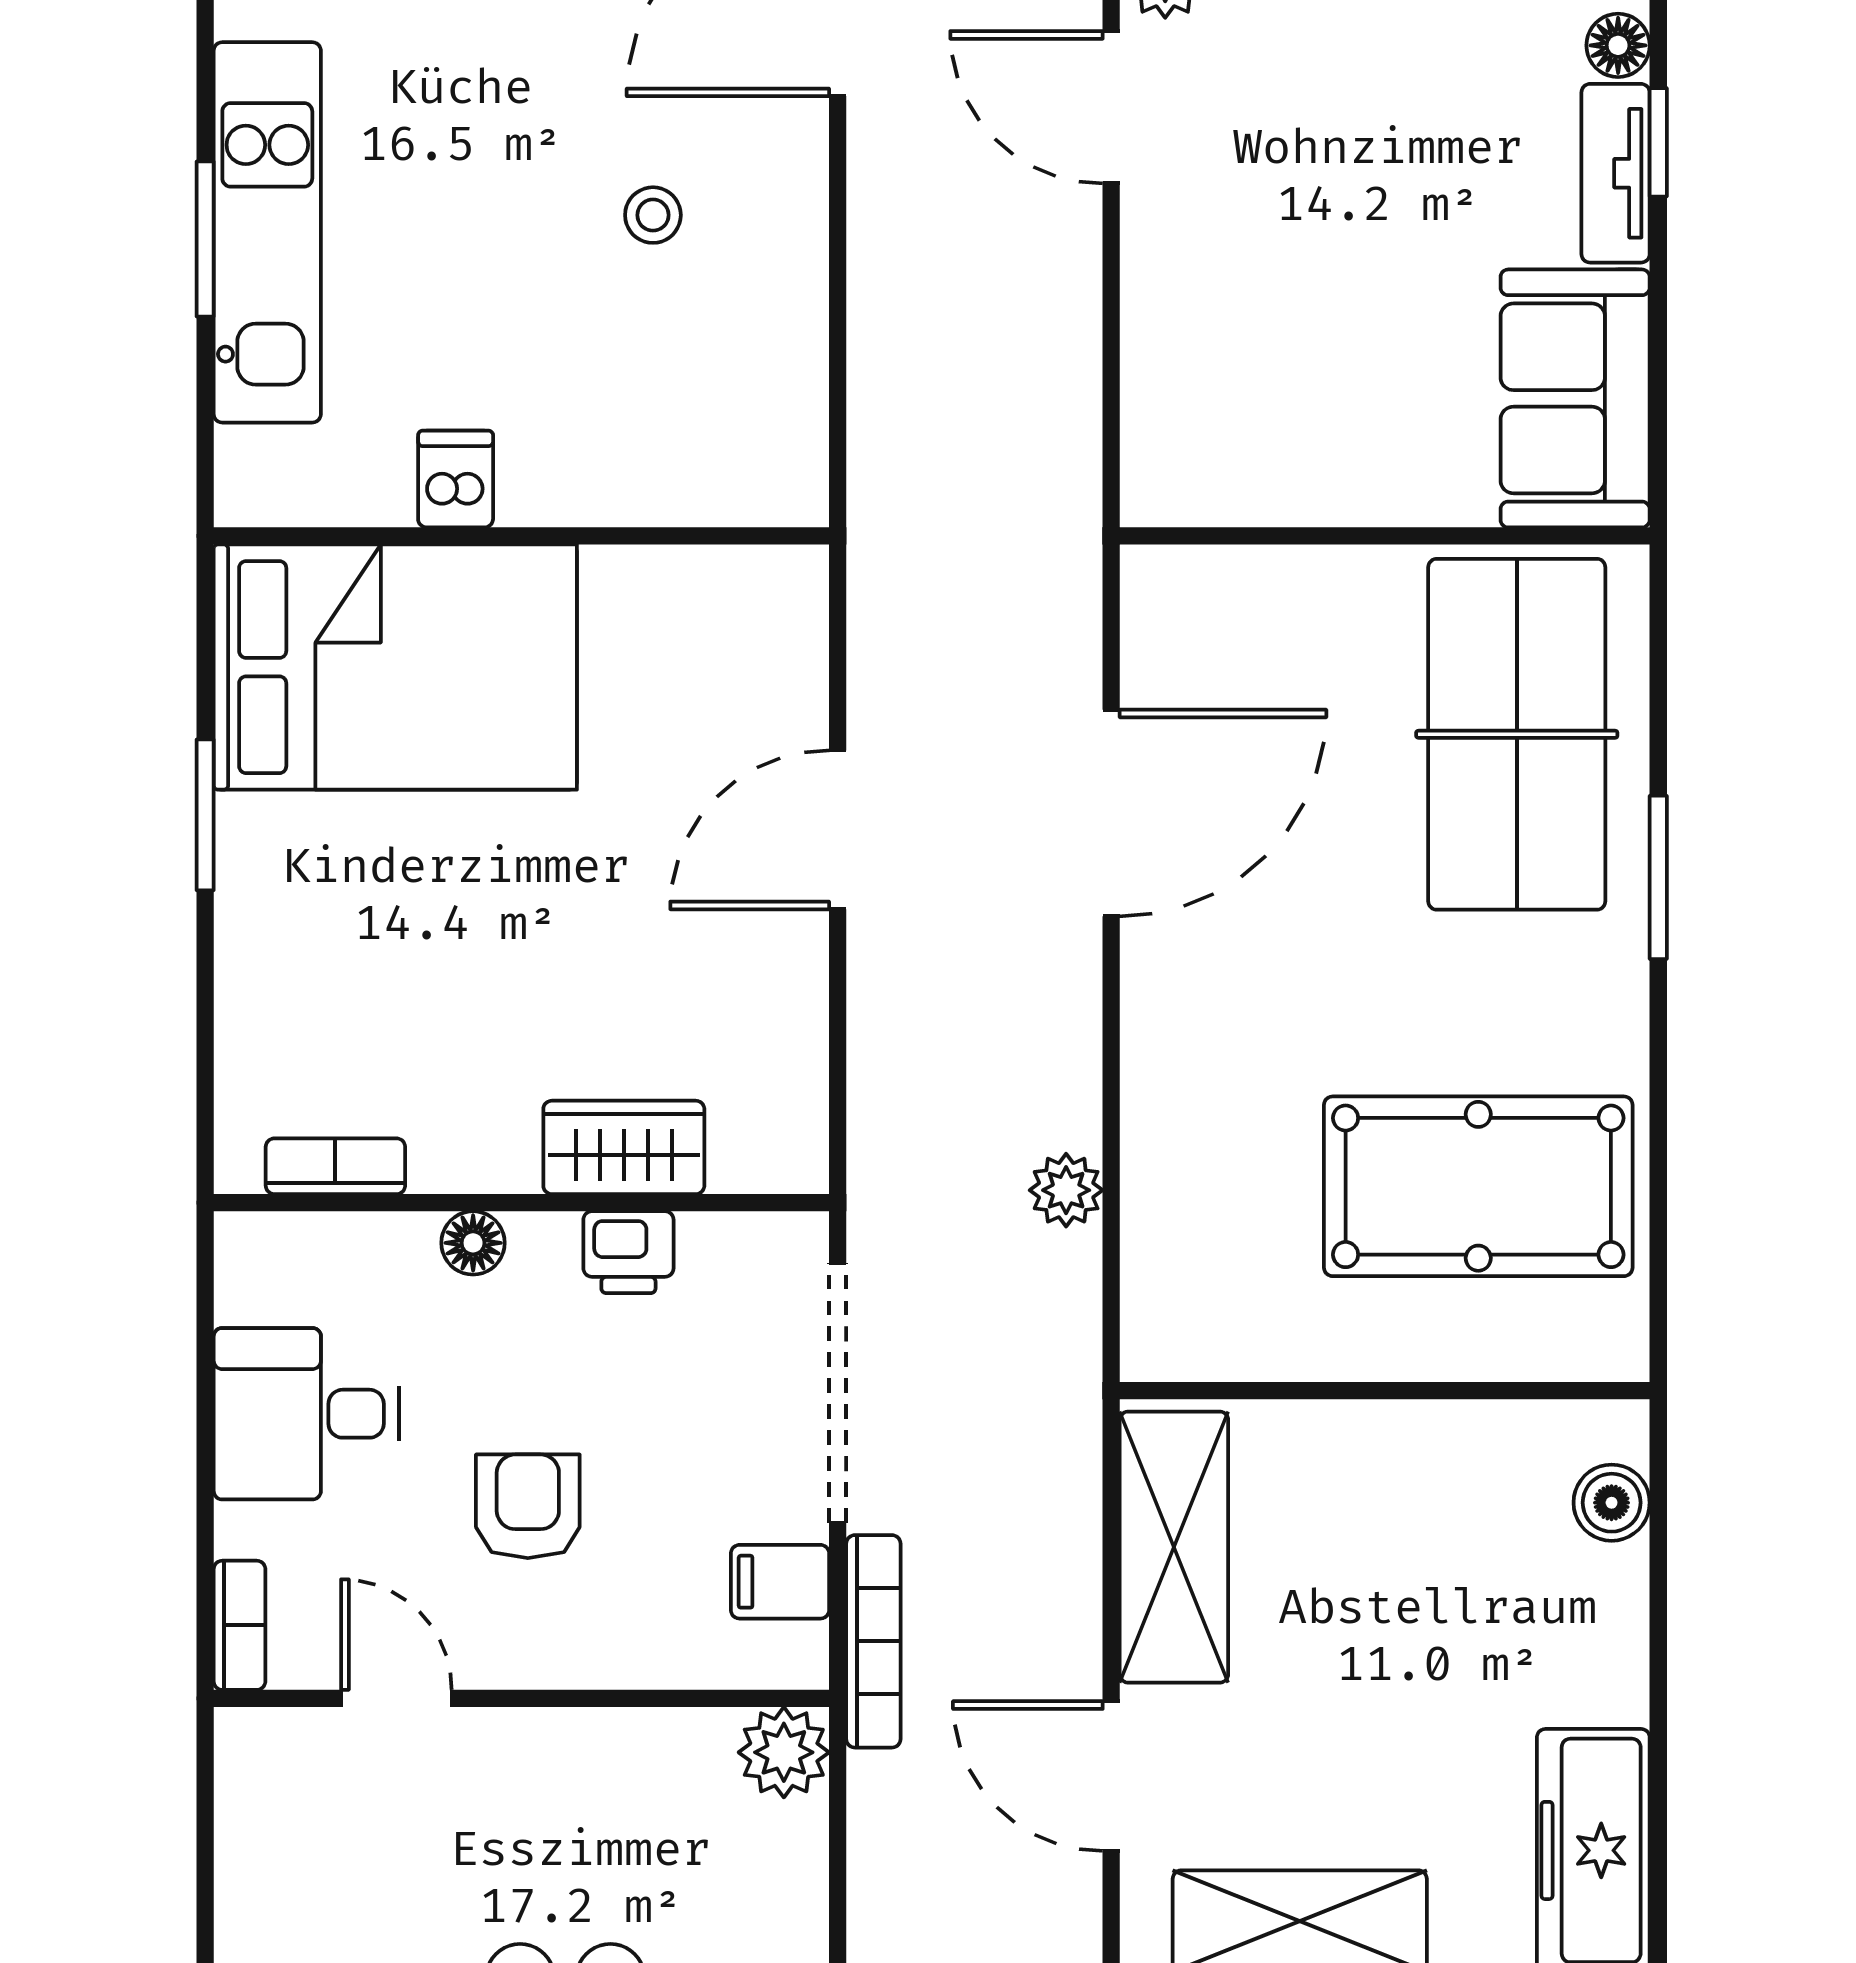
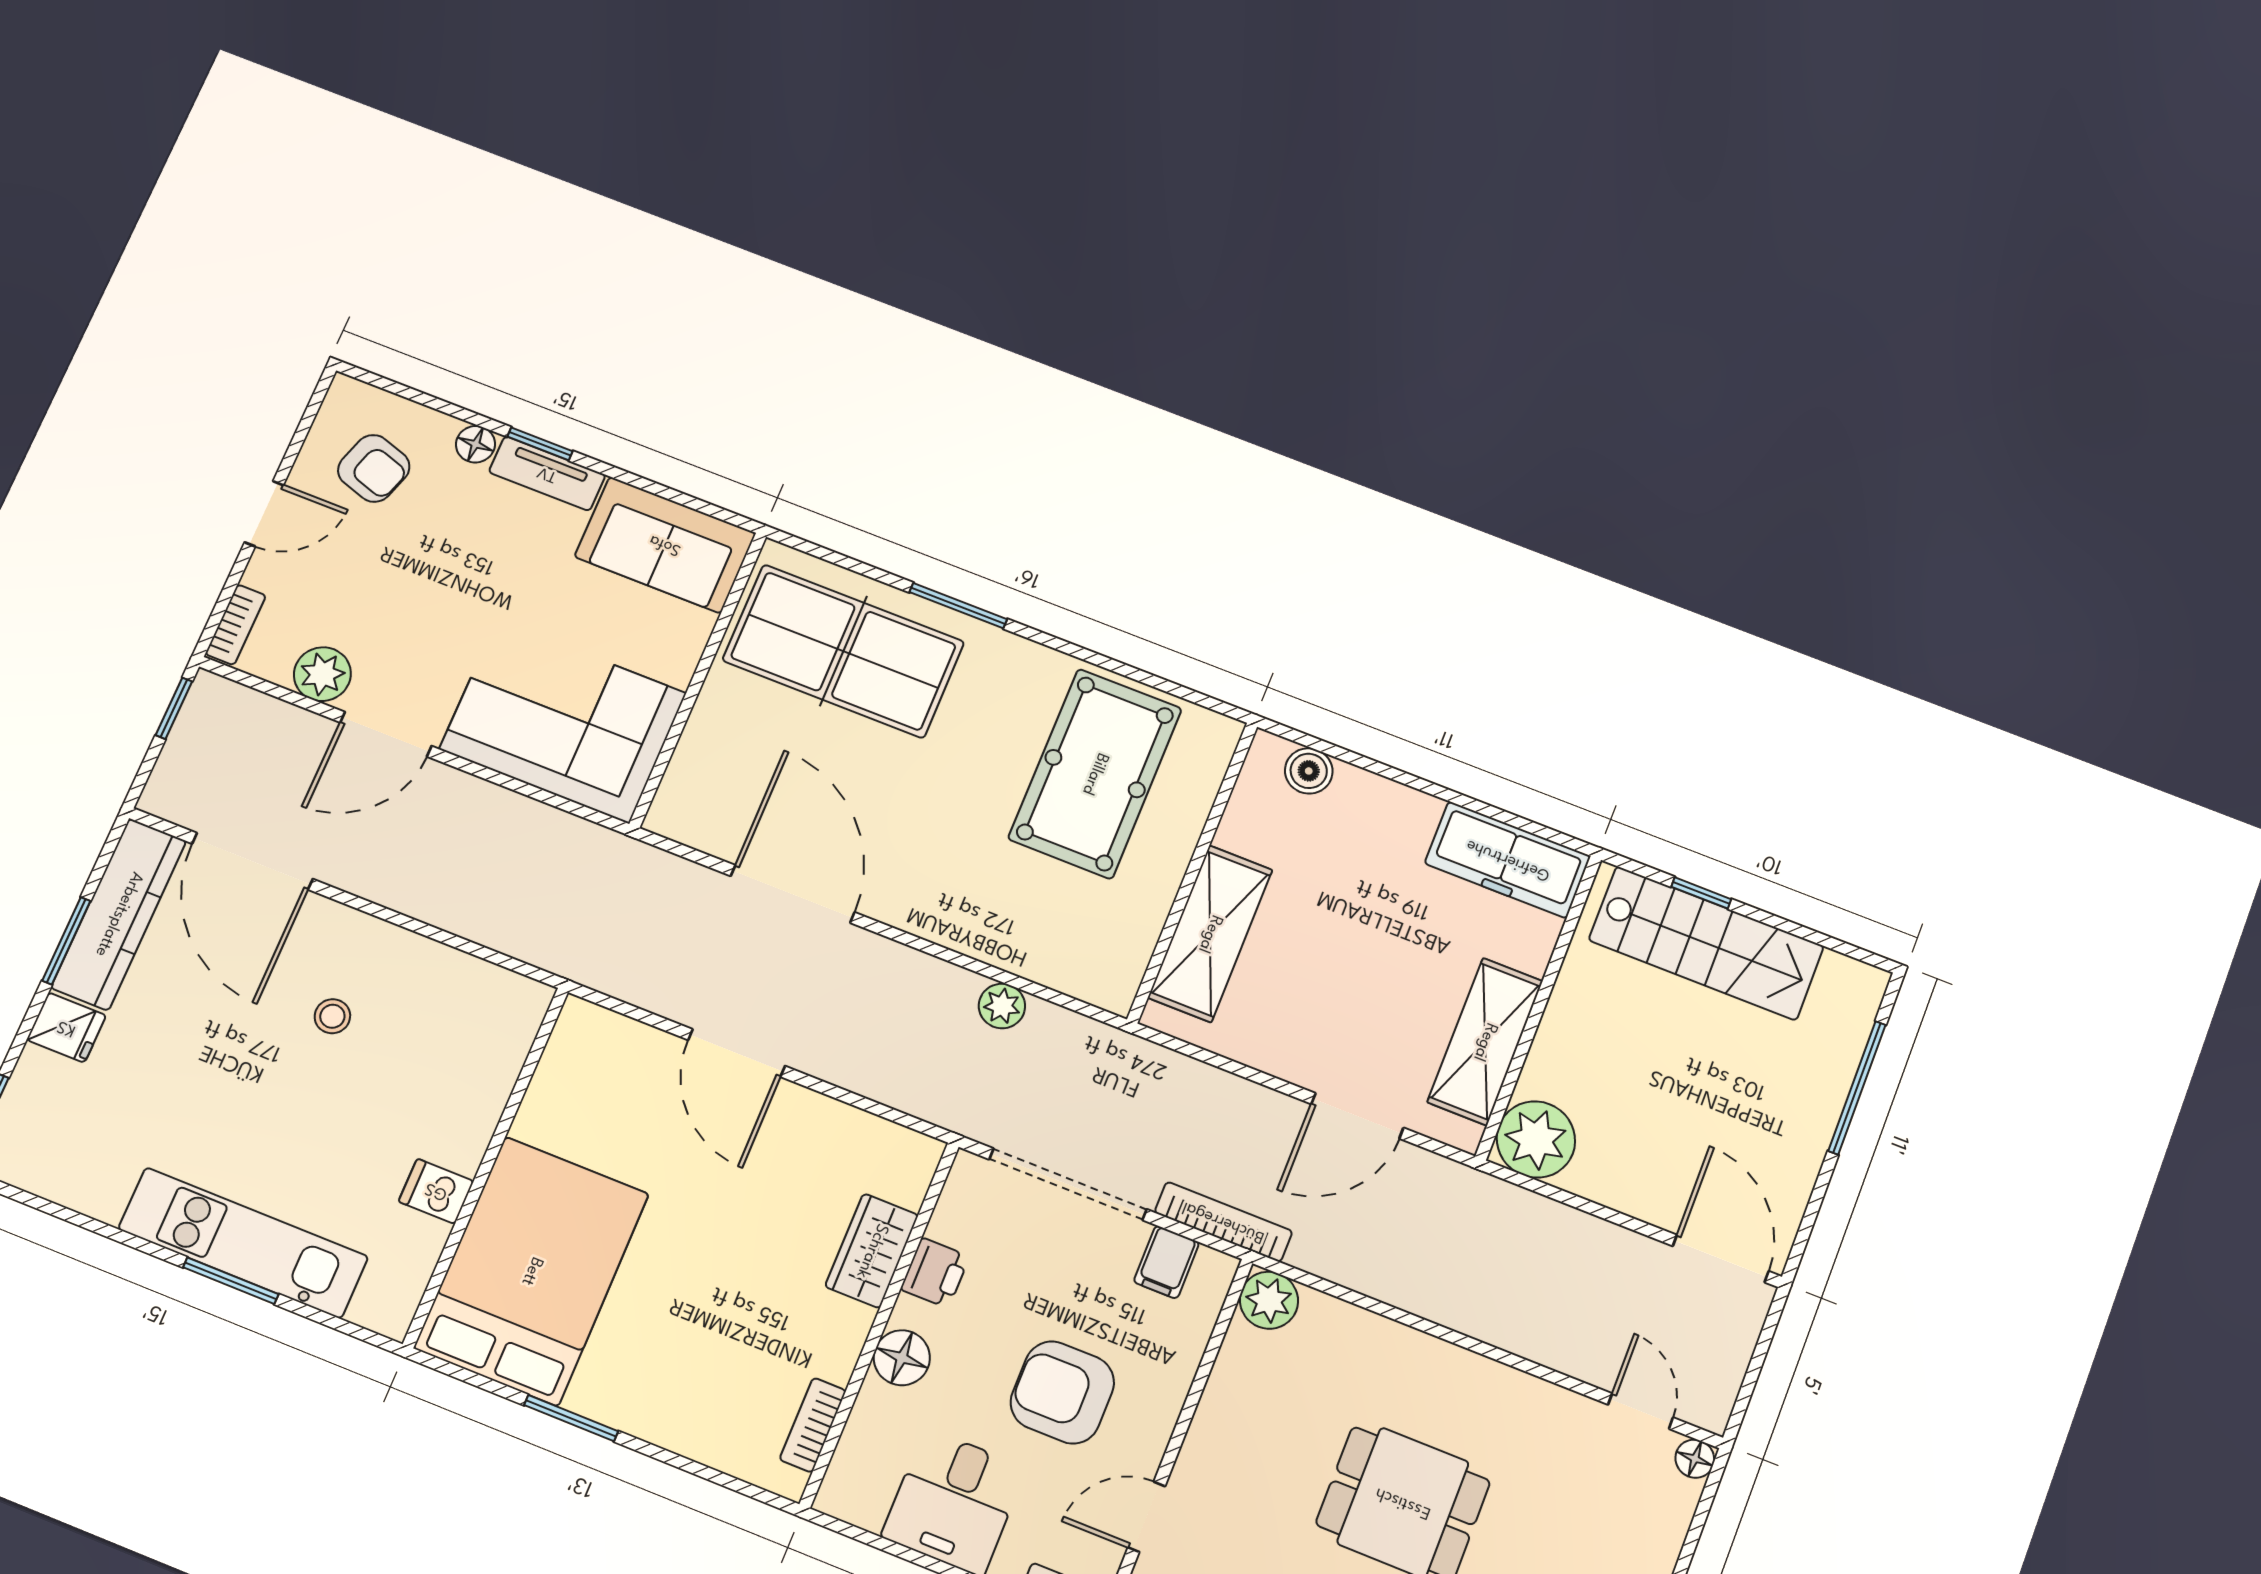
corner sofa: (1238, 362) -> (563, 721), added
floor lamp: (473, 1243) -> (902, 1358), width x1.37, depth x1.37
armchair: (528, 1506) -> (1062, 1392), width x1.38, depth x1.38
shelving: (1174, 1547) -> (1210, 934), moved, turned 90

